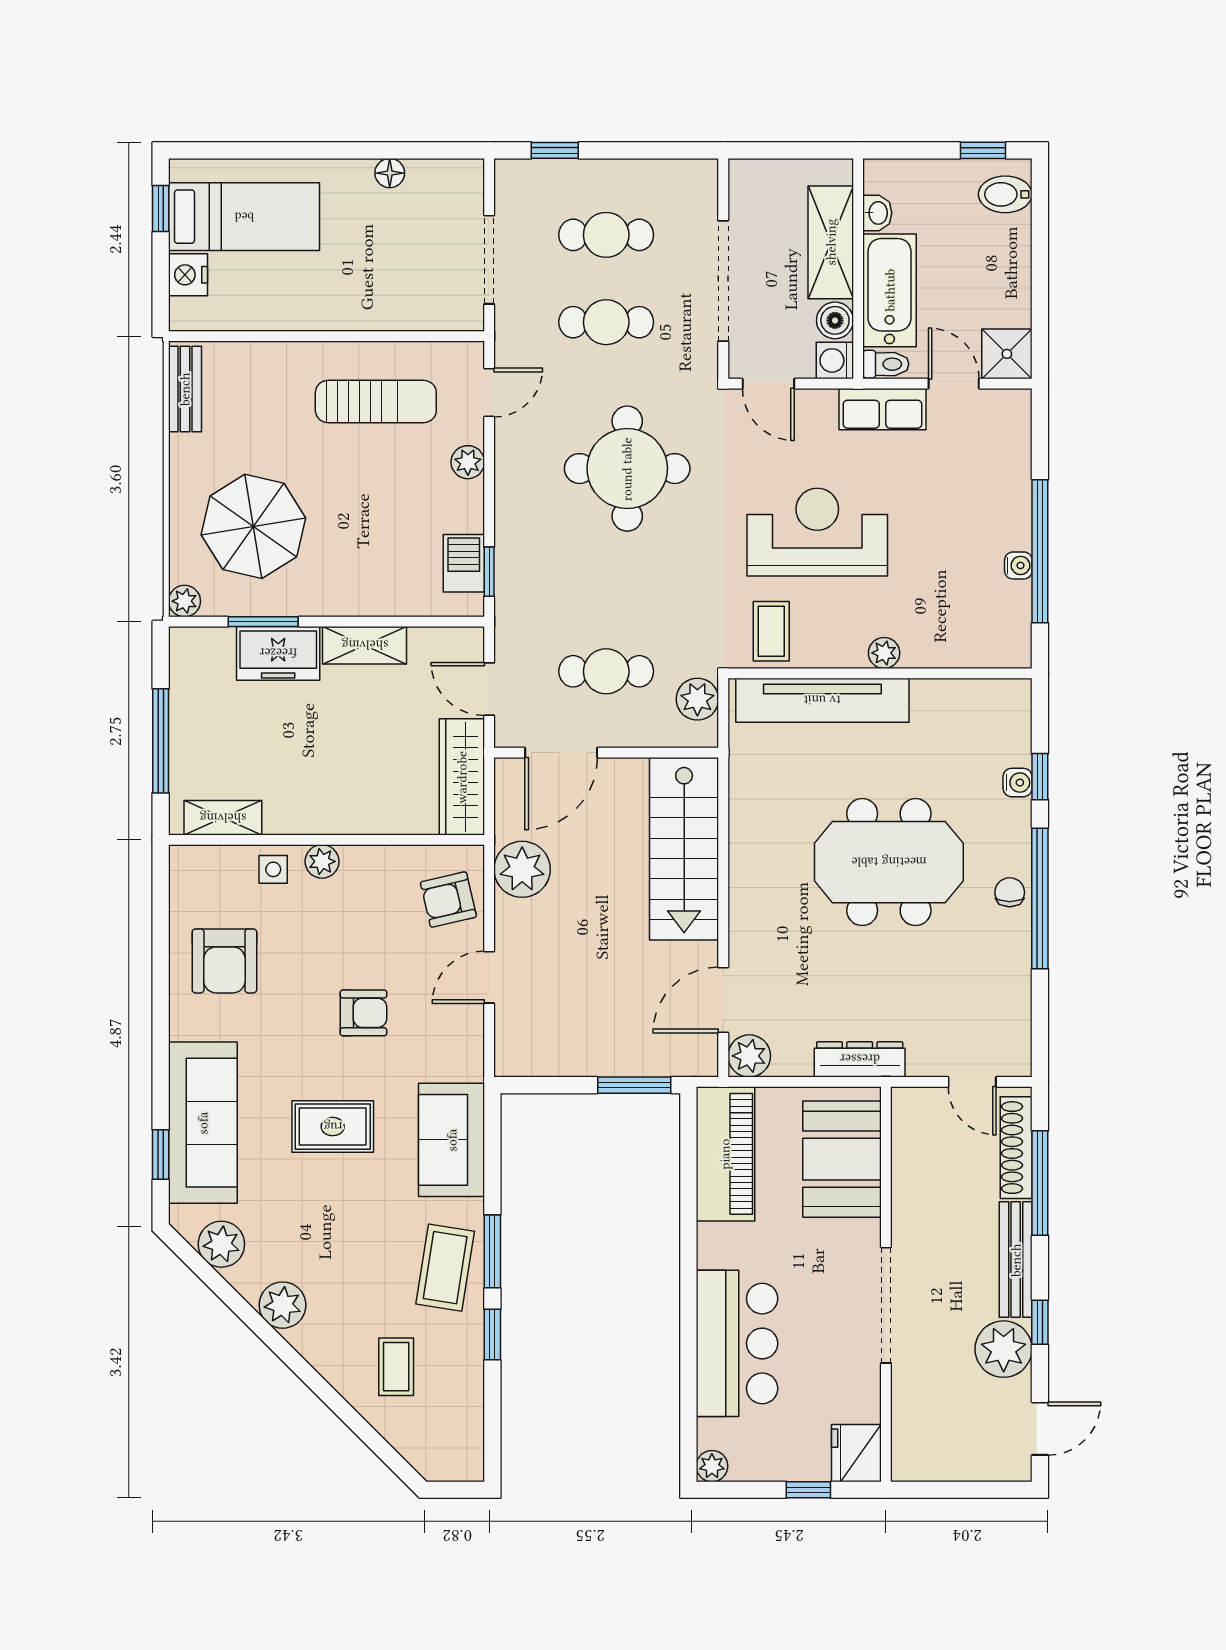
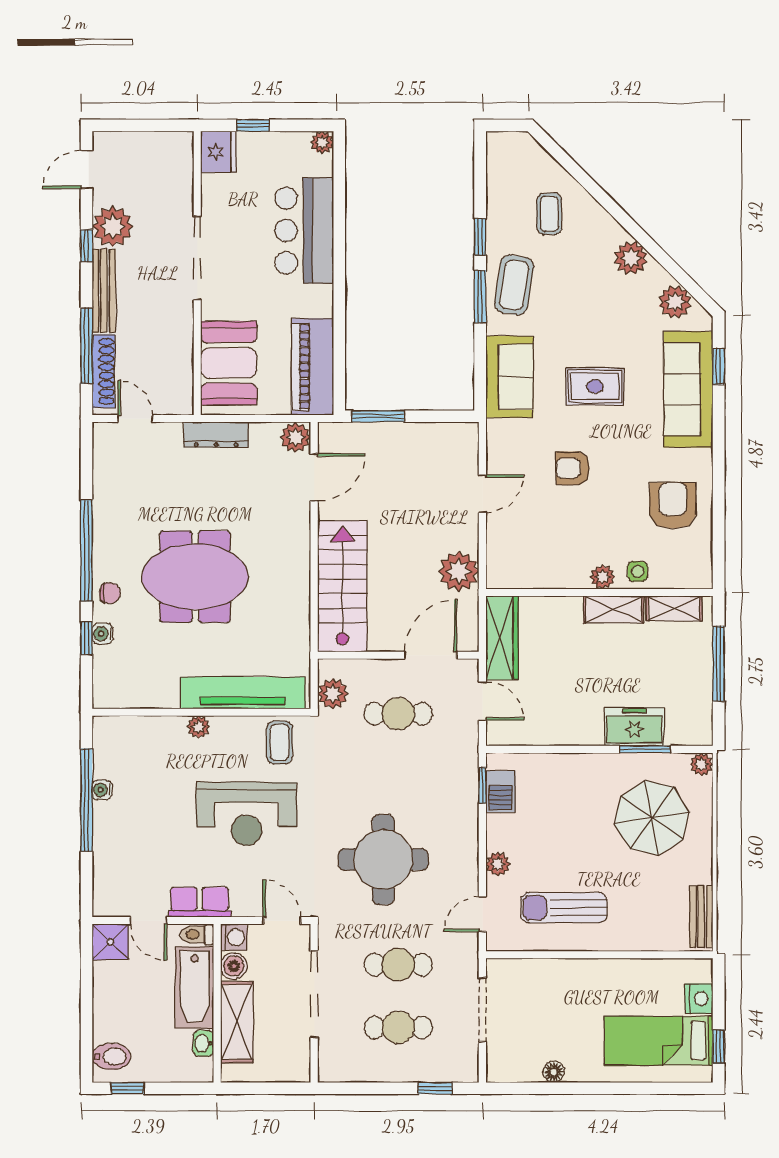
shelving: (365, 645) -> (614, 609), moved
chair: (1010, 892) -> (110, 593), moved, turned -90
armchair: (448, 899) -> (512, 550), removed

